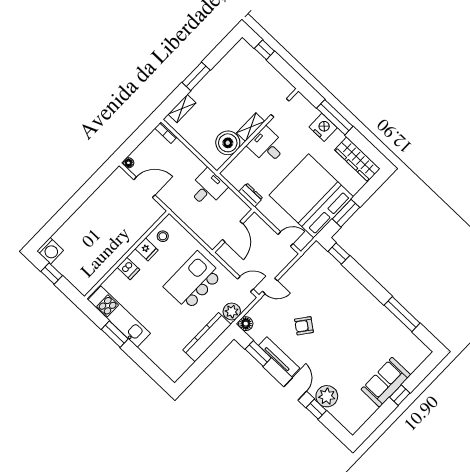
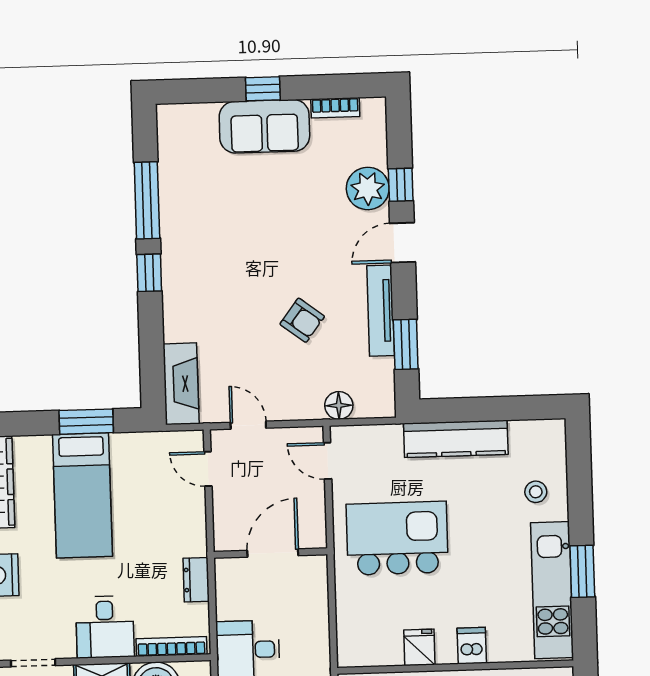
bookcase: (236, 162) -> (171, 647), added
bed: (311, 196) -> (82, 495), width x0.49
stool: (163, 236) -> (536, 492), moved
window: (339, 254) -> (149, 273), moved
fireplace: (325, 260) -> (181, 384), added
kitchen island: (193, 281) -> (397, 538), turned 180
door: (270, 286) -> (248, 425), moved
plant: (232, 311) -> (385, 441), removed
floor lamp: (246, 324) -> (339, 405), moved
bookcase: (367, 414) -> (335, 108), added

